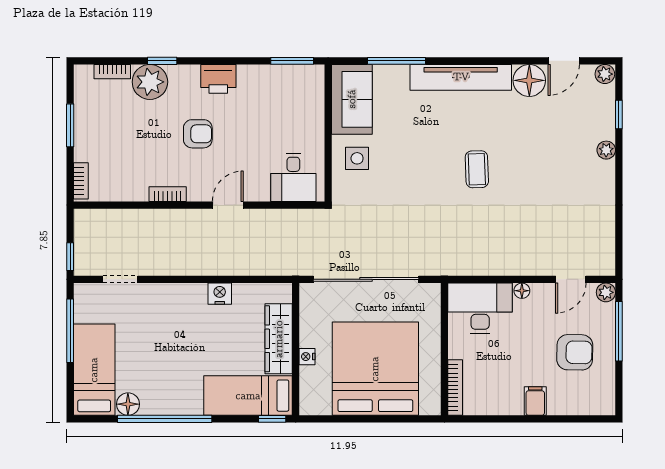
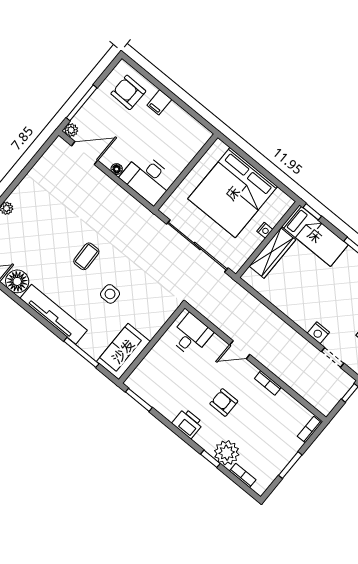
side table: (357, 158) -> (110, 294), moved
door: (571, 279) -> (85, 153), width x1.37
nightstand: (220, 294) -> (318, 333), moved
armchair: (575, 352) -> (128, 92), moved
bookcase: (455, 387) -> (197, 146), removed

